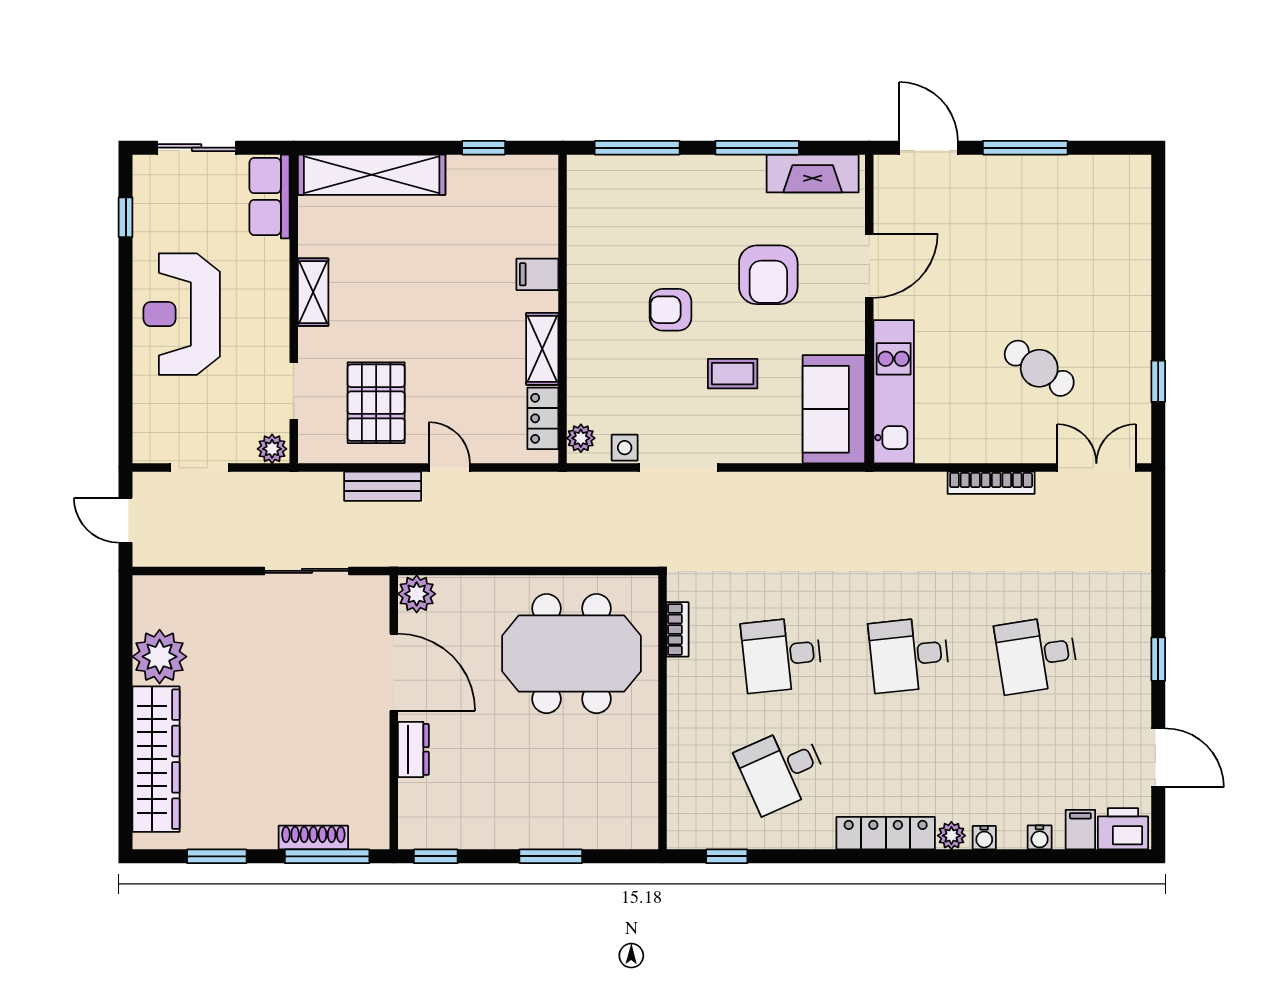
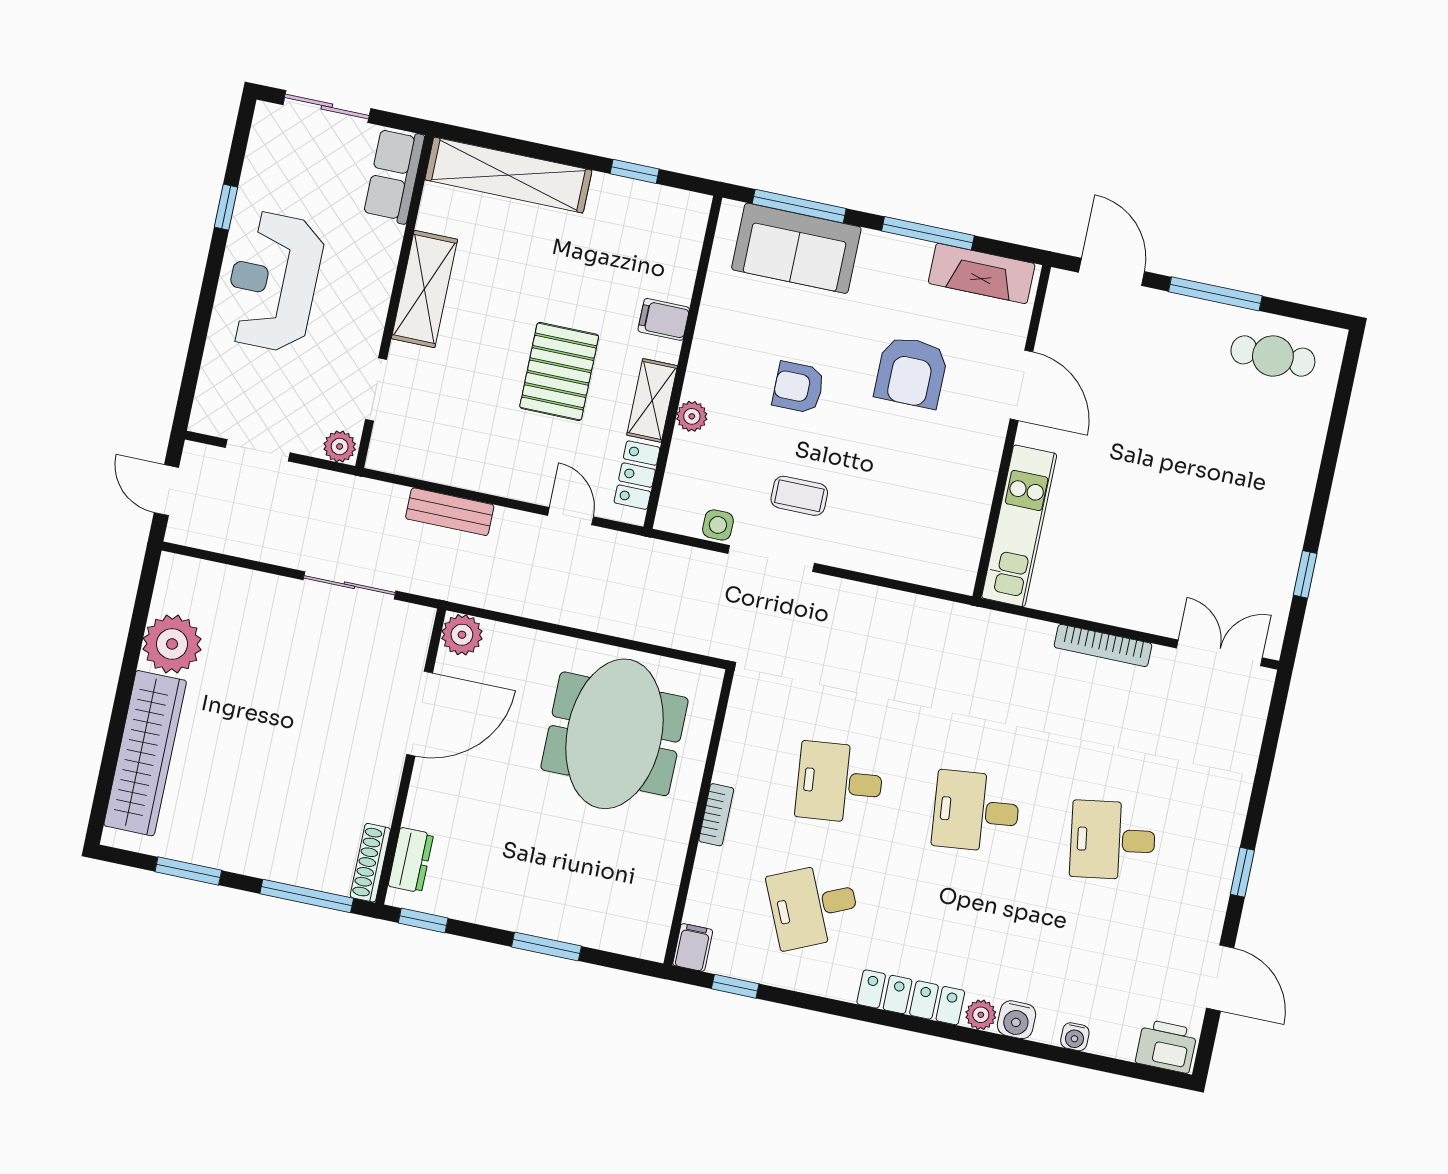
window: (126, 217) -> (226, 207), moved
door: (869, 266) -> (1022, 385), hinge flipped
shelving: (313, 292) -> (424, 289), width x1.50, depth x1.33
cafe table: (1039, 368) -> (1273, 356), moved, turned -34
coffee table: (733, 374) -> (799, 496), moved
pallet: (376, 403) -> (559, 371), moved
sofa: (834, 409) -> (796, 248), moved, turned -90
plant: (581, 438) -> (692, 416), moved
door: (449, 468) -> (571, 516), moved
bookcase: (678, 629) -> (716, 815), moved
meeting table: (571, 654) -> (614, 734), turned 90
door: (394, 672) -> (420, 714), hinge flipped
dresser: (413, 749) -> (411, 860), moved
filing cabinet: (1080, 830) -> (693, 947), moved
shoe rack: (313, 838) -> (370, 863), moved, turned -90
water cooler: (984, 838) -> (1016, 1020), width x1.38, depth x1.38

